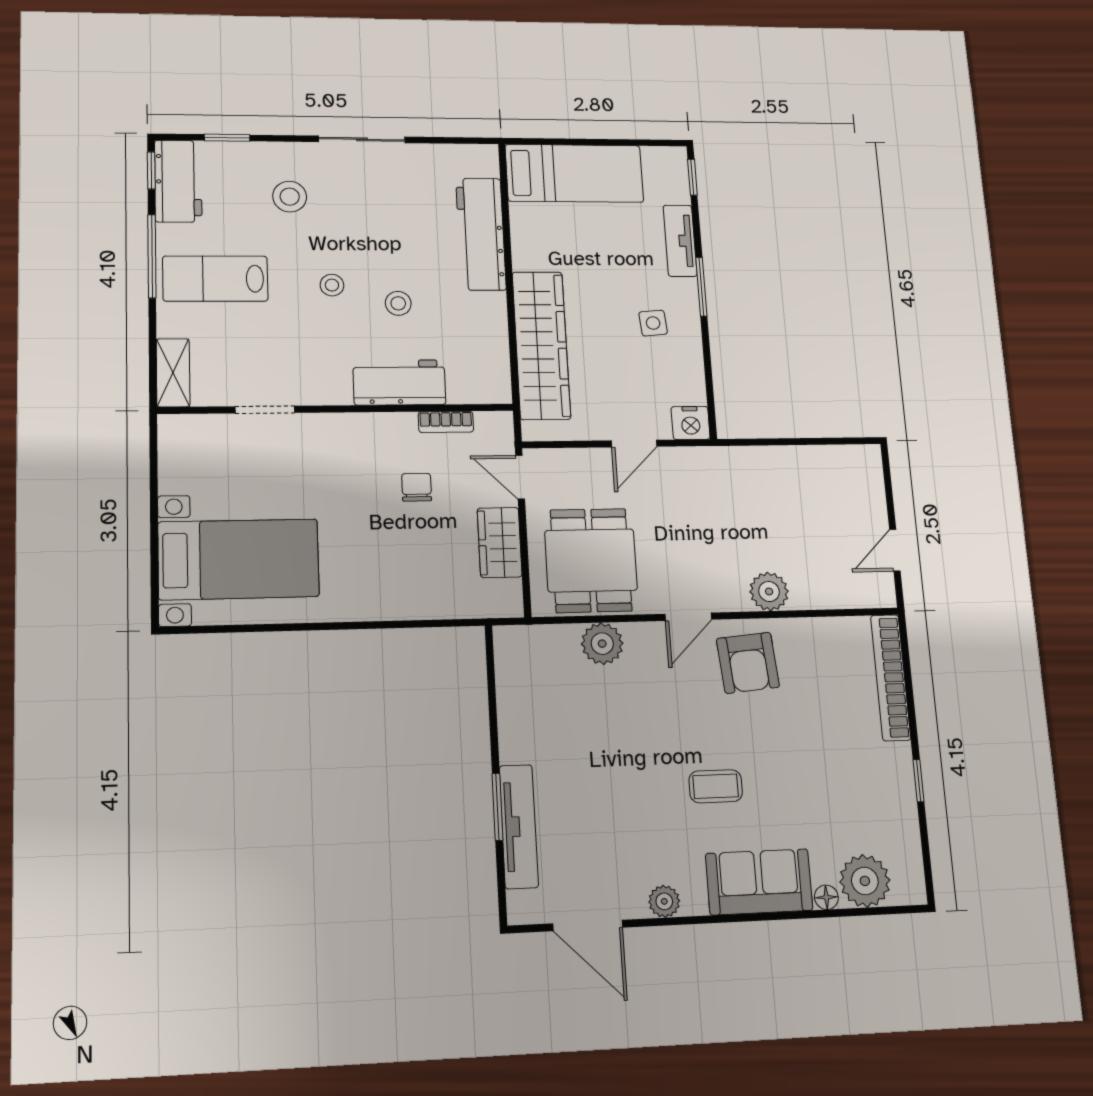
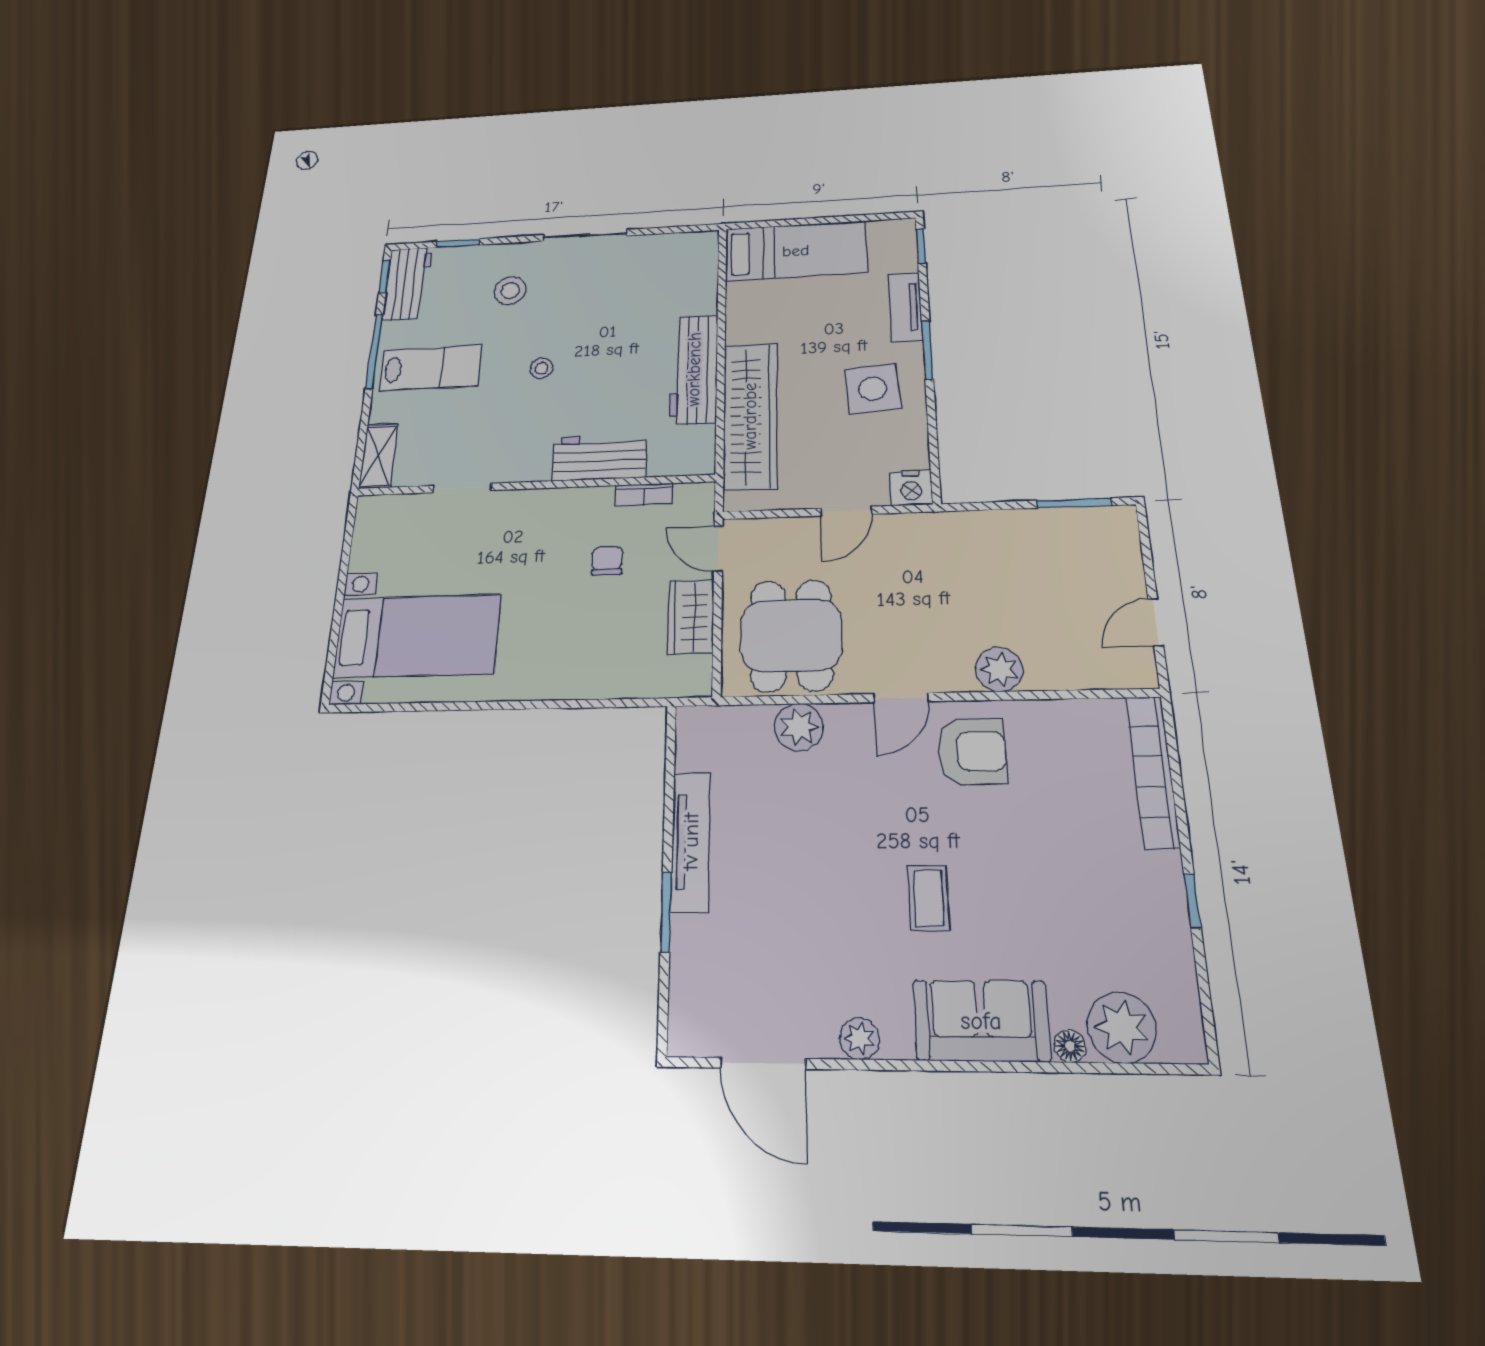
workbench: (481, 234) -> (694, 369), moved
lab bench: (215, 279) -> (430, 368), turned 180
stool: (398, 303) -> (606, 382), removed
side table: (653, 323) -> (873, 389), width x1.87, depth x1.87
window: (830, 441) -> (1074, 503), added
armchair: (748, 663) -> (972, 751), turned -85
coffee table: (716, 786) -> (929, 898), turned 90
tv unit: (519, 826) -> (691, 841), moved

